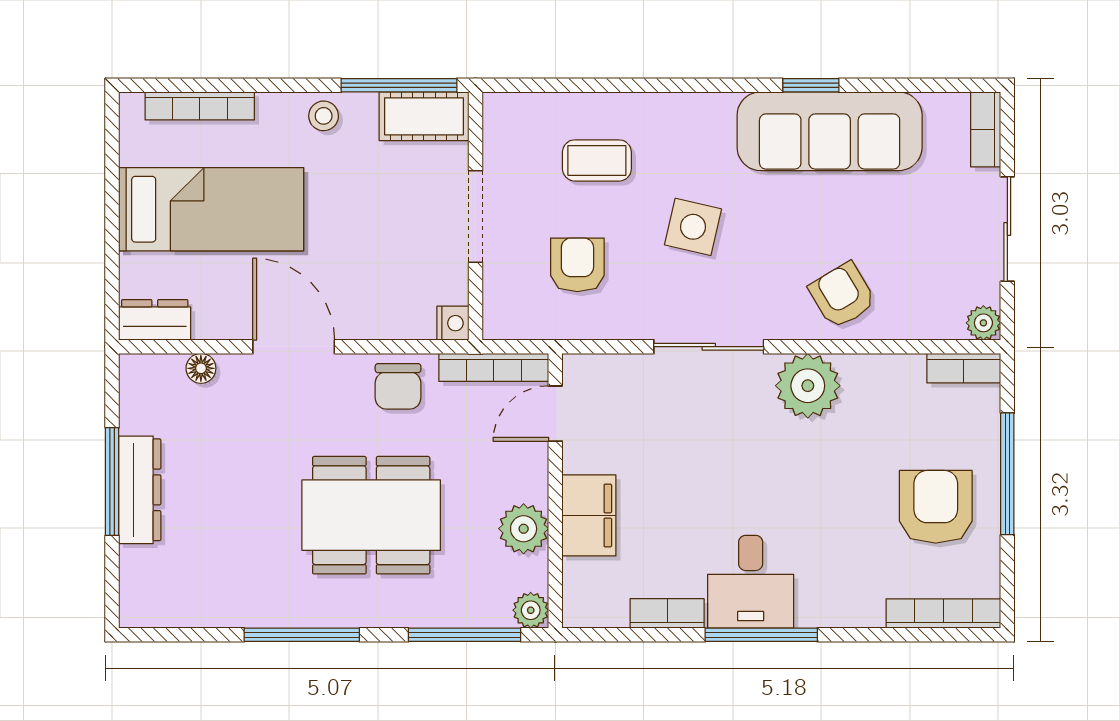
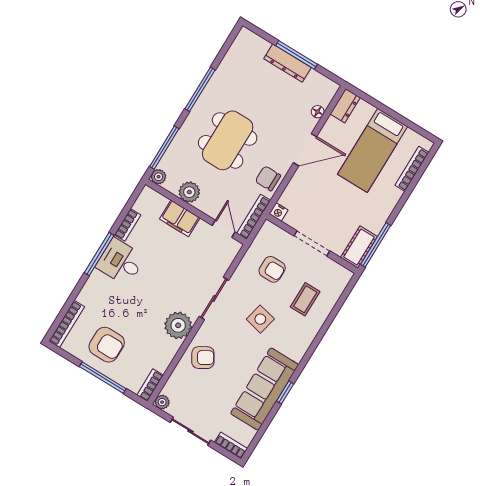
stool: (324, 116) -> (381, 211), removed

